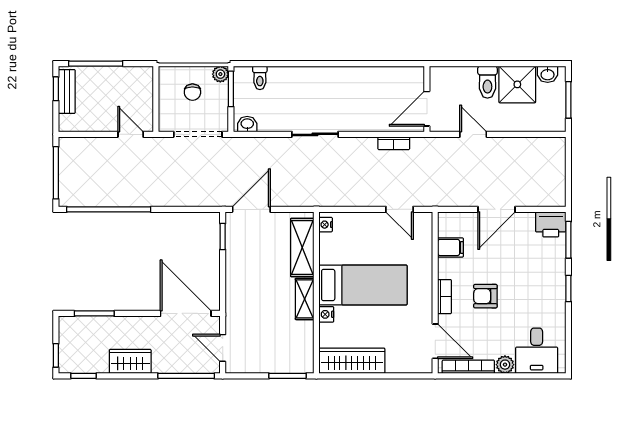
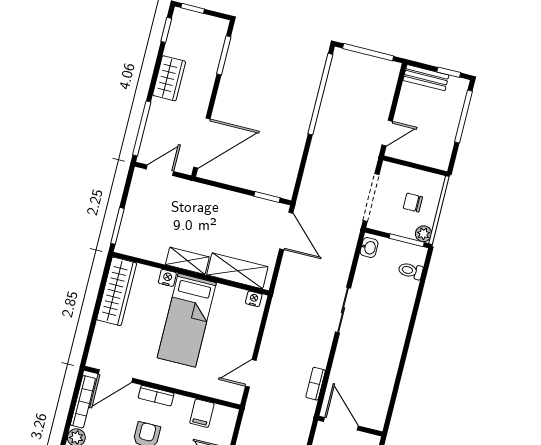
bench: (67, 91) -> (426, 78), moved

